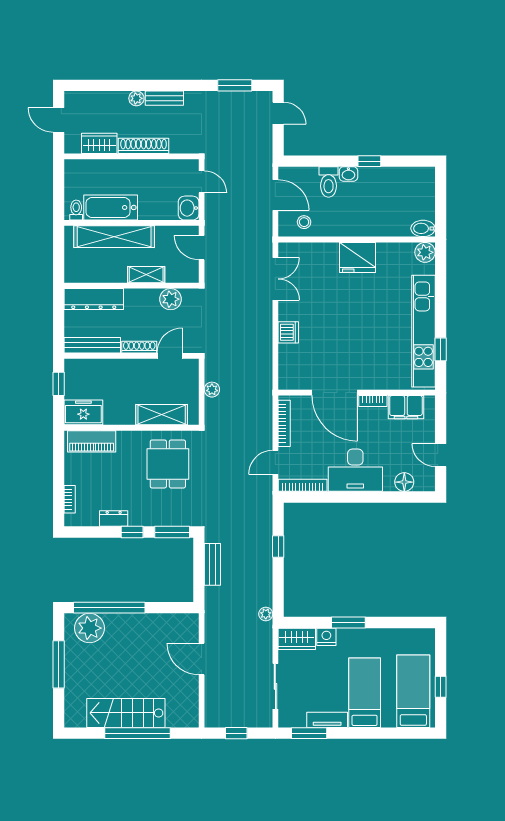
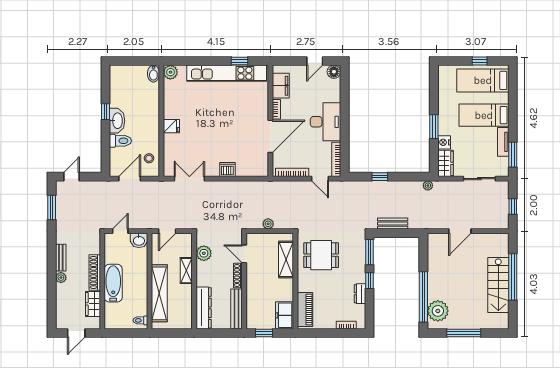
washbasin: (348, 174) -> (117, 121), width x1.91, depth x1.45
bathtub: (111, 207) -> (113, 283), moved, turned 180
fridge: (358, 257) -> (171, 126), width x0.53, depth x0.75
floor lamp: (404, 482) -> (334, 72), moved

